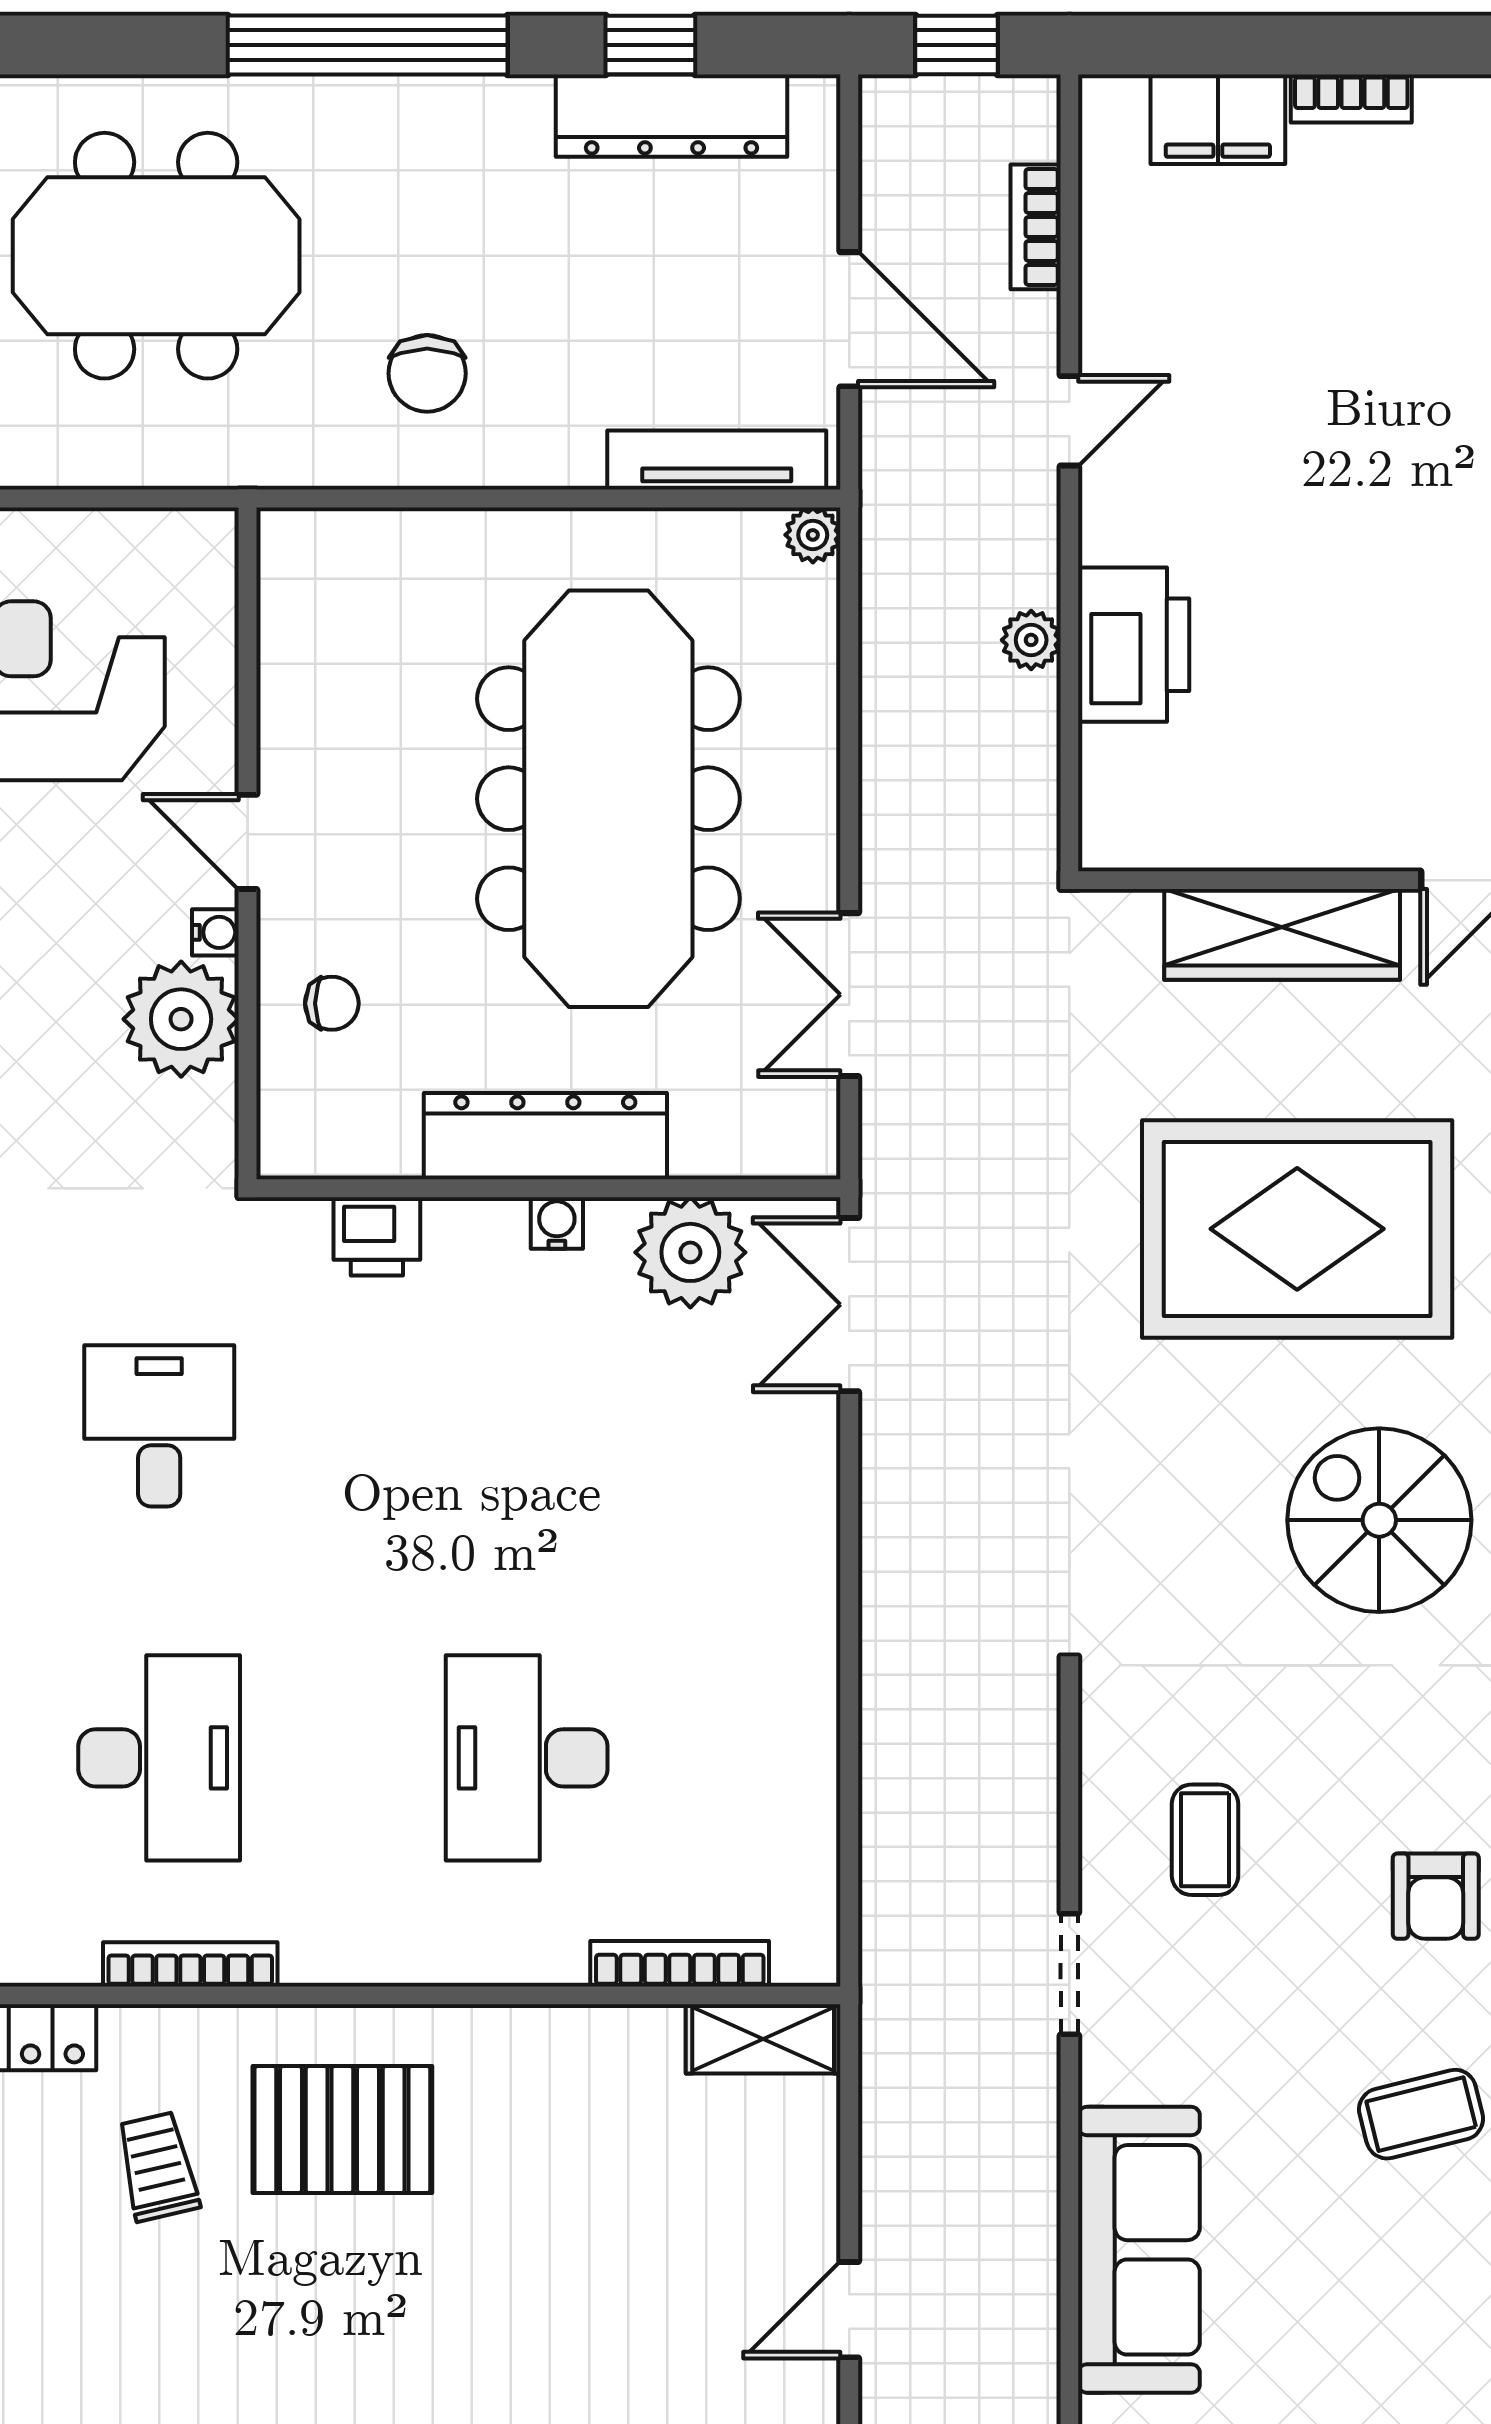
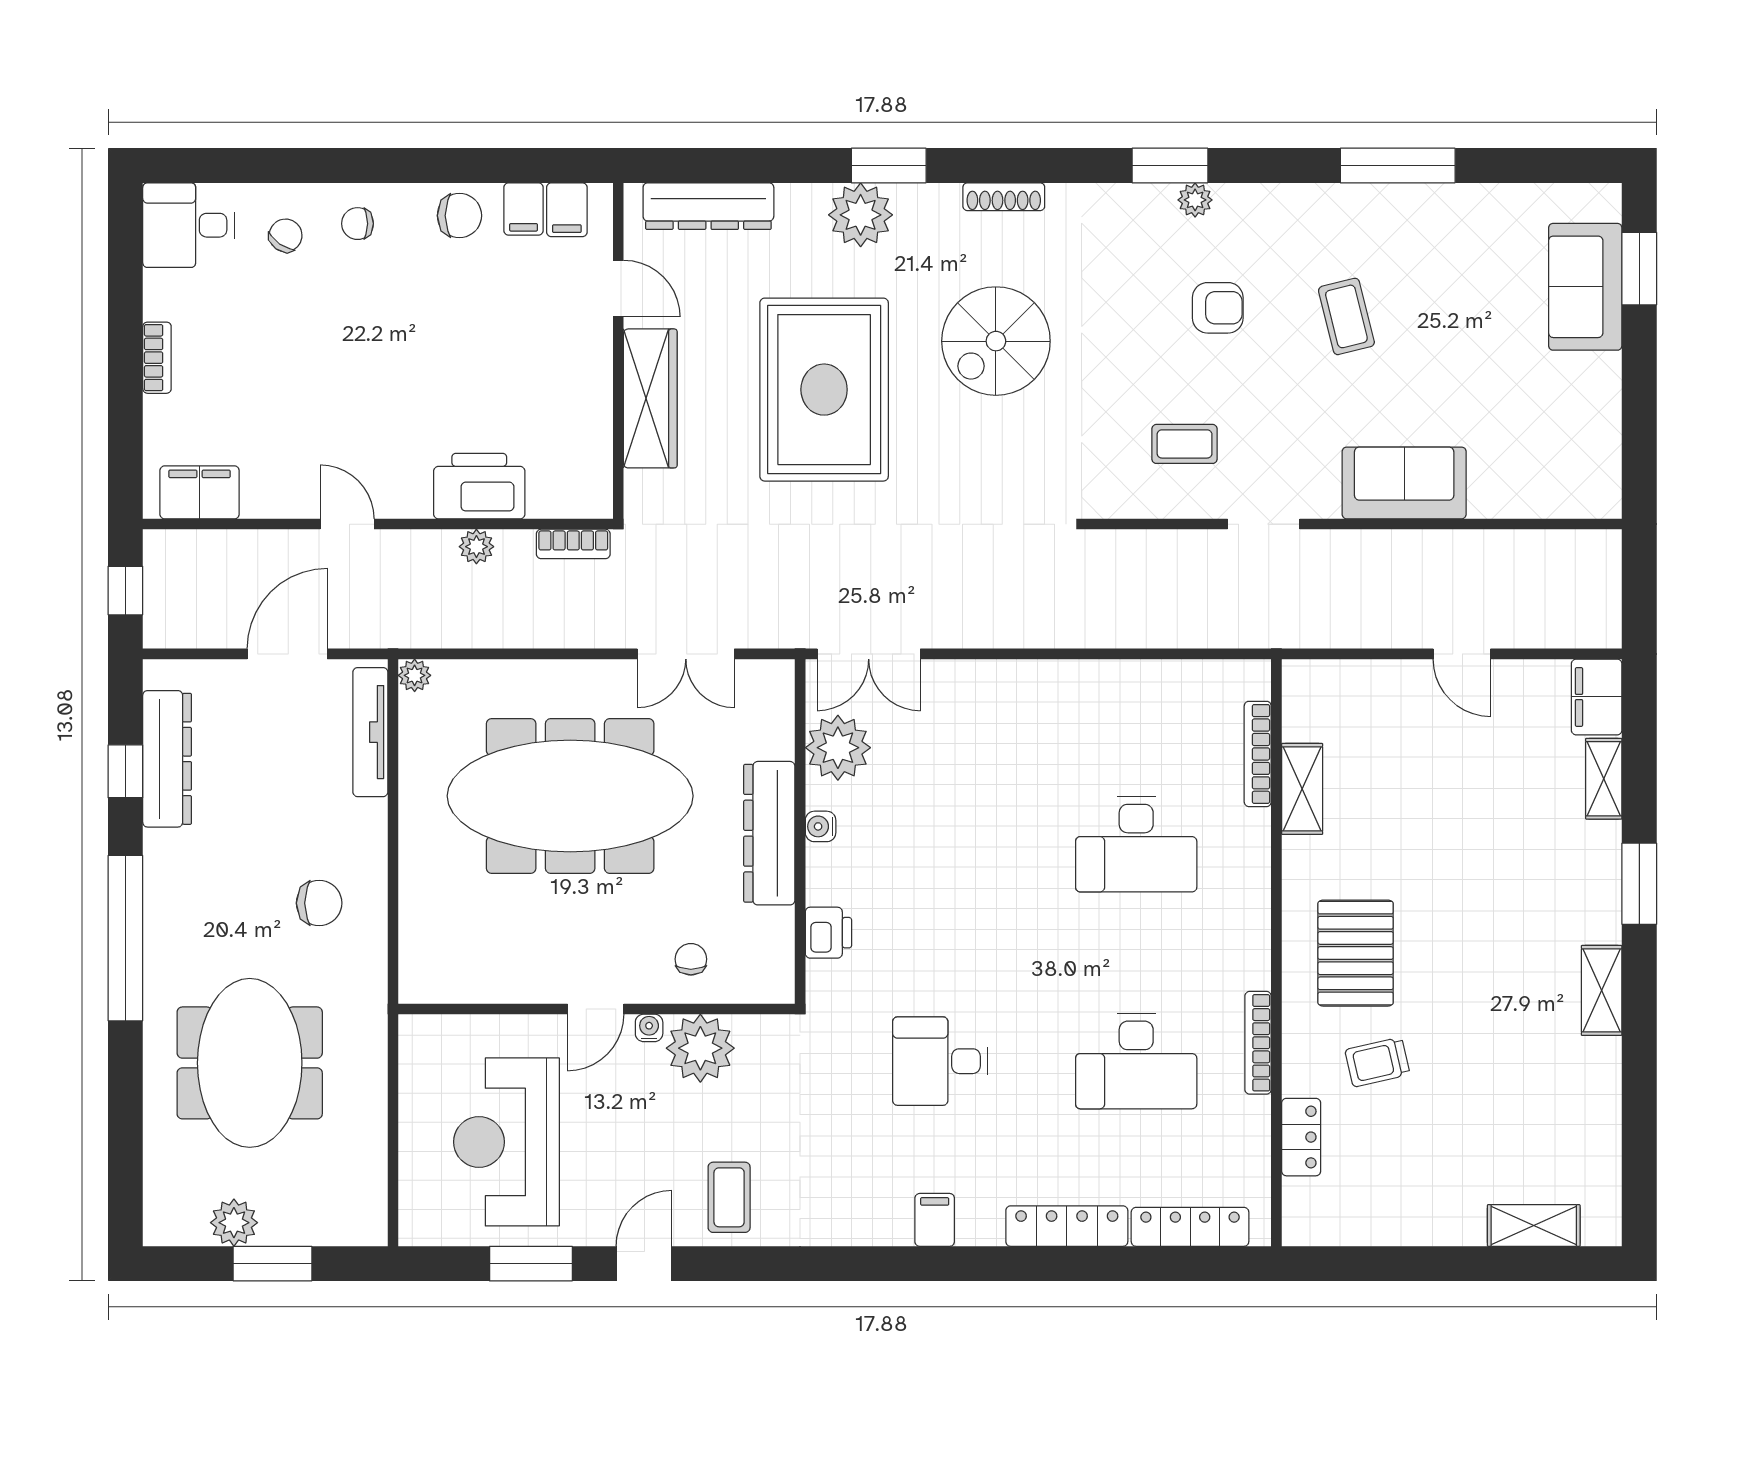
filing cabinet: (1218, 119) -> (200, 492), moved, turned -90
bookcase: (1036, 227) -> (573, 544), moved
desk: (159, 1758) -> (1136, 1061), turned 180
shelving: (763, 2039) -> (1302, 789), moved
sofa: (1139, 2250) -> (1404, 483), width x0.73

